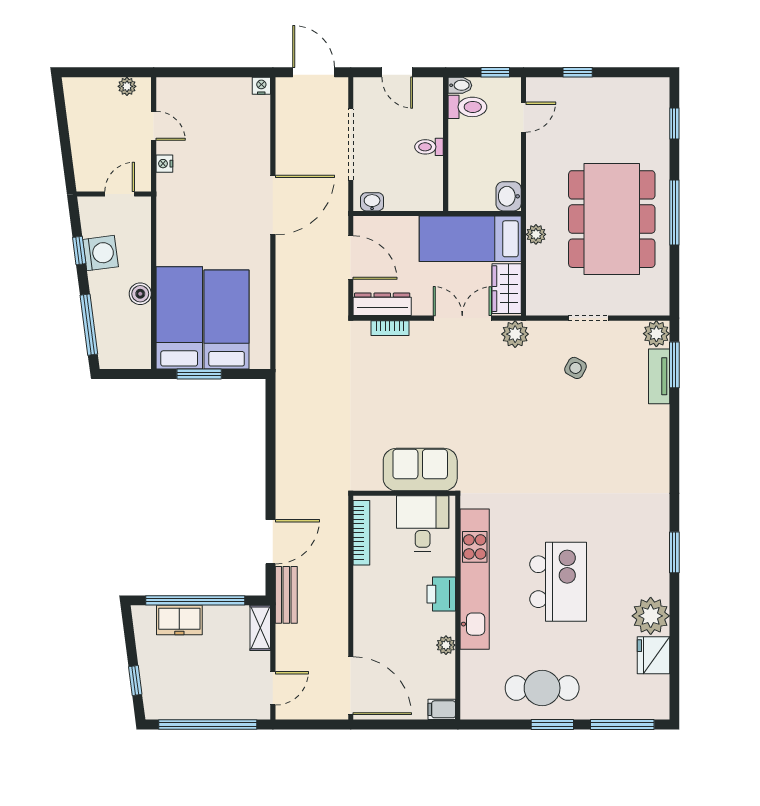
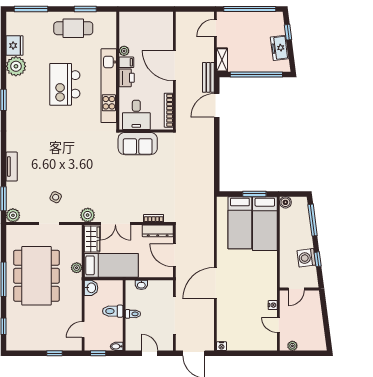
toilet: (467, 107) -> (113, 311), moved
washbasin: (372, 202) -> (141, 285), moved
boiler: (140, 294) -> (285, 202), moved
tv unit: (659, 376) -> (12, 167), moved
freezer: (179, 620) -> (280, 48), moved, turned -97
door: (351, 686) -> (174, 66), moved
filing cabinet: (442, 709) -> (126, 62), moved
window: (552, 724) -> (85, 9), moved

